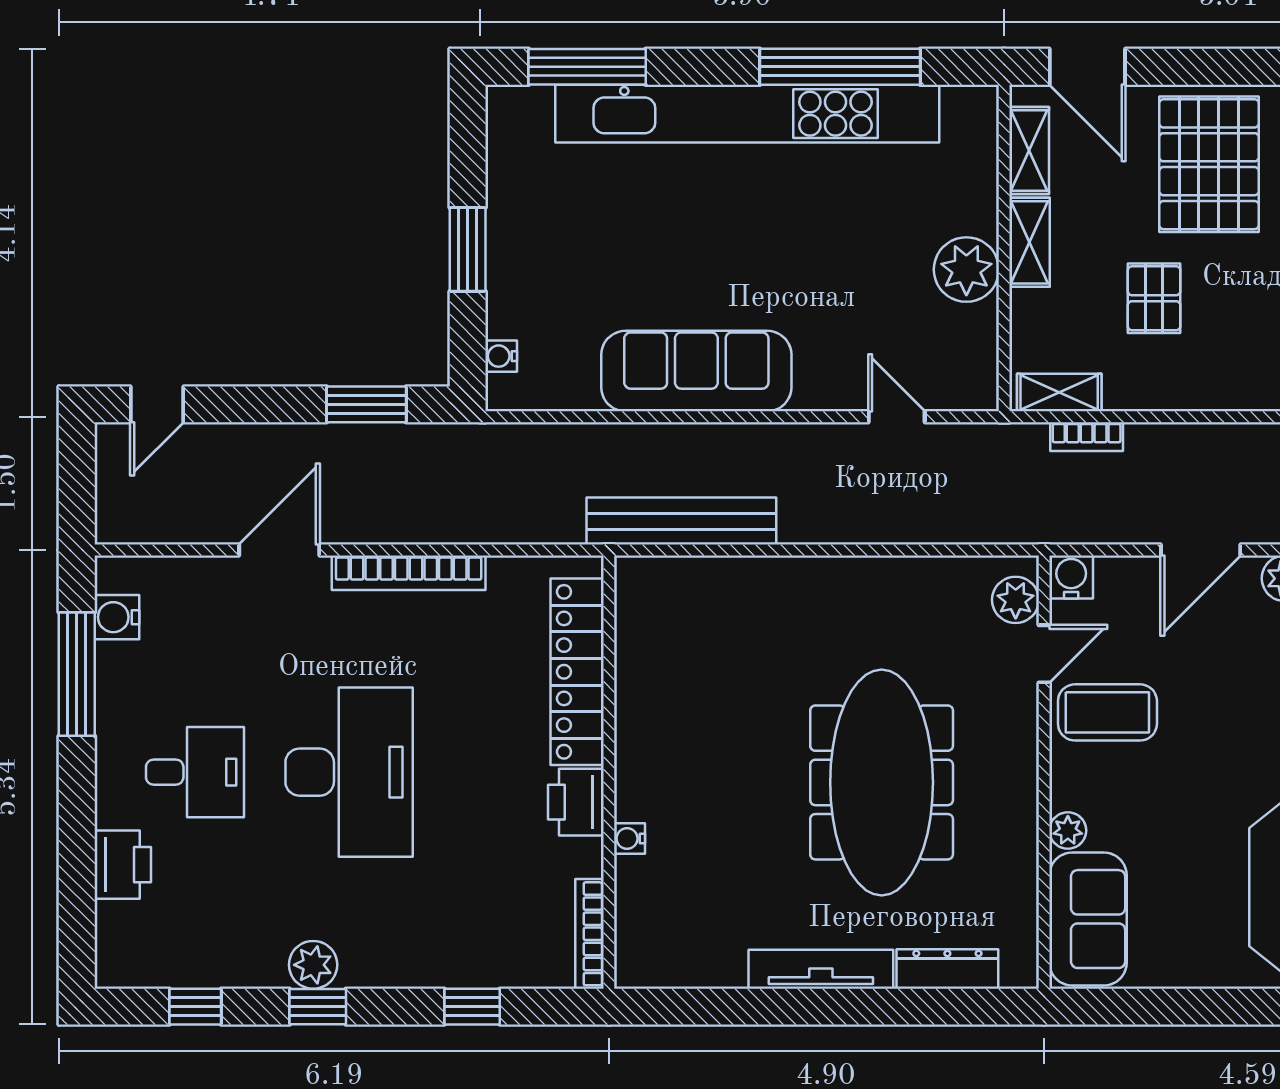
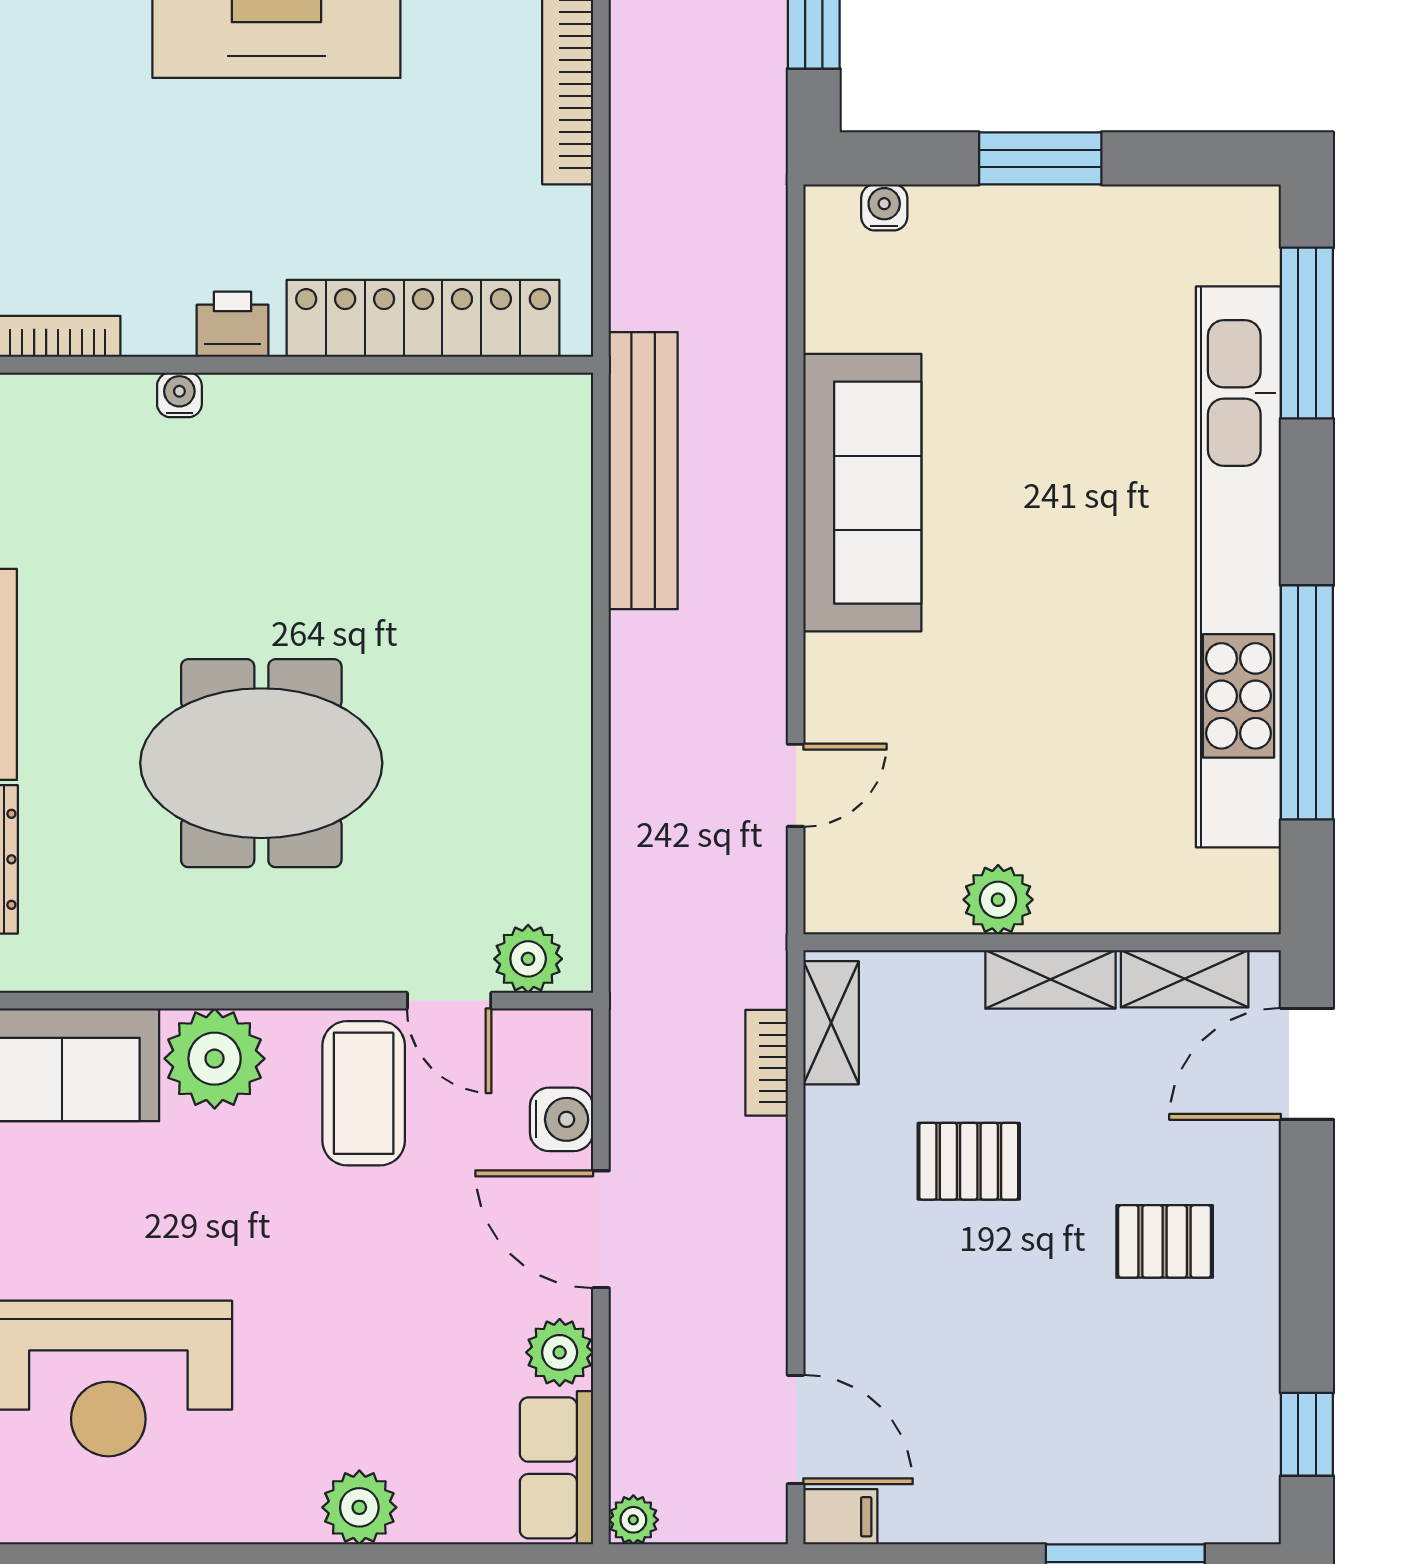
pallet: (1209, 164) -> (1165, 1241), width x0.49, depth x0.50
plant: (966, 270) -> (998, 900), width x0.73, depth x0.73
water cooler: (1071, 577) -> (561, 1119), moved
meeting table: (882, 782) -> (261, 763), width x0.73
printer: (576, 802) -> (233, 324), width x0.73, depth x0.81
plant: (1068, 830) -> (215, 1059), width x1.88, depth x1.88

